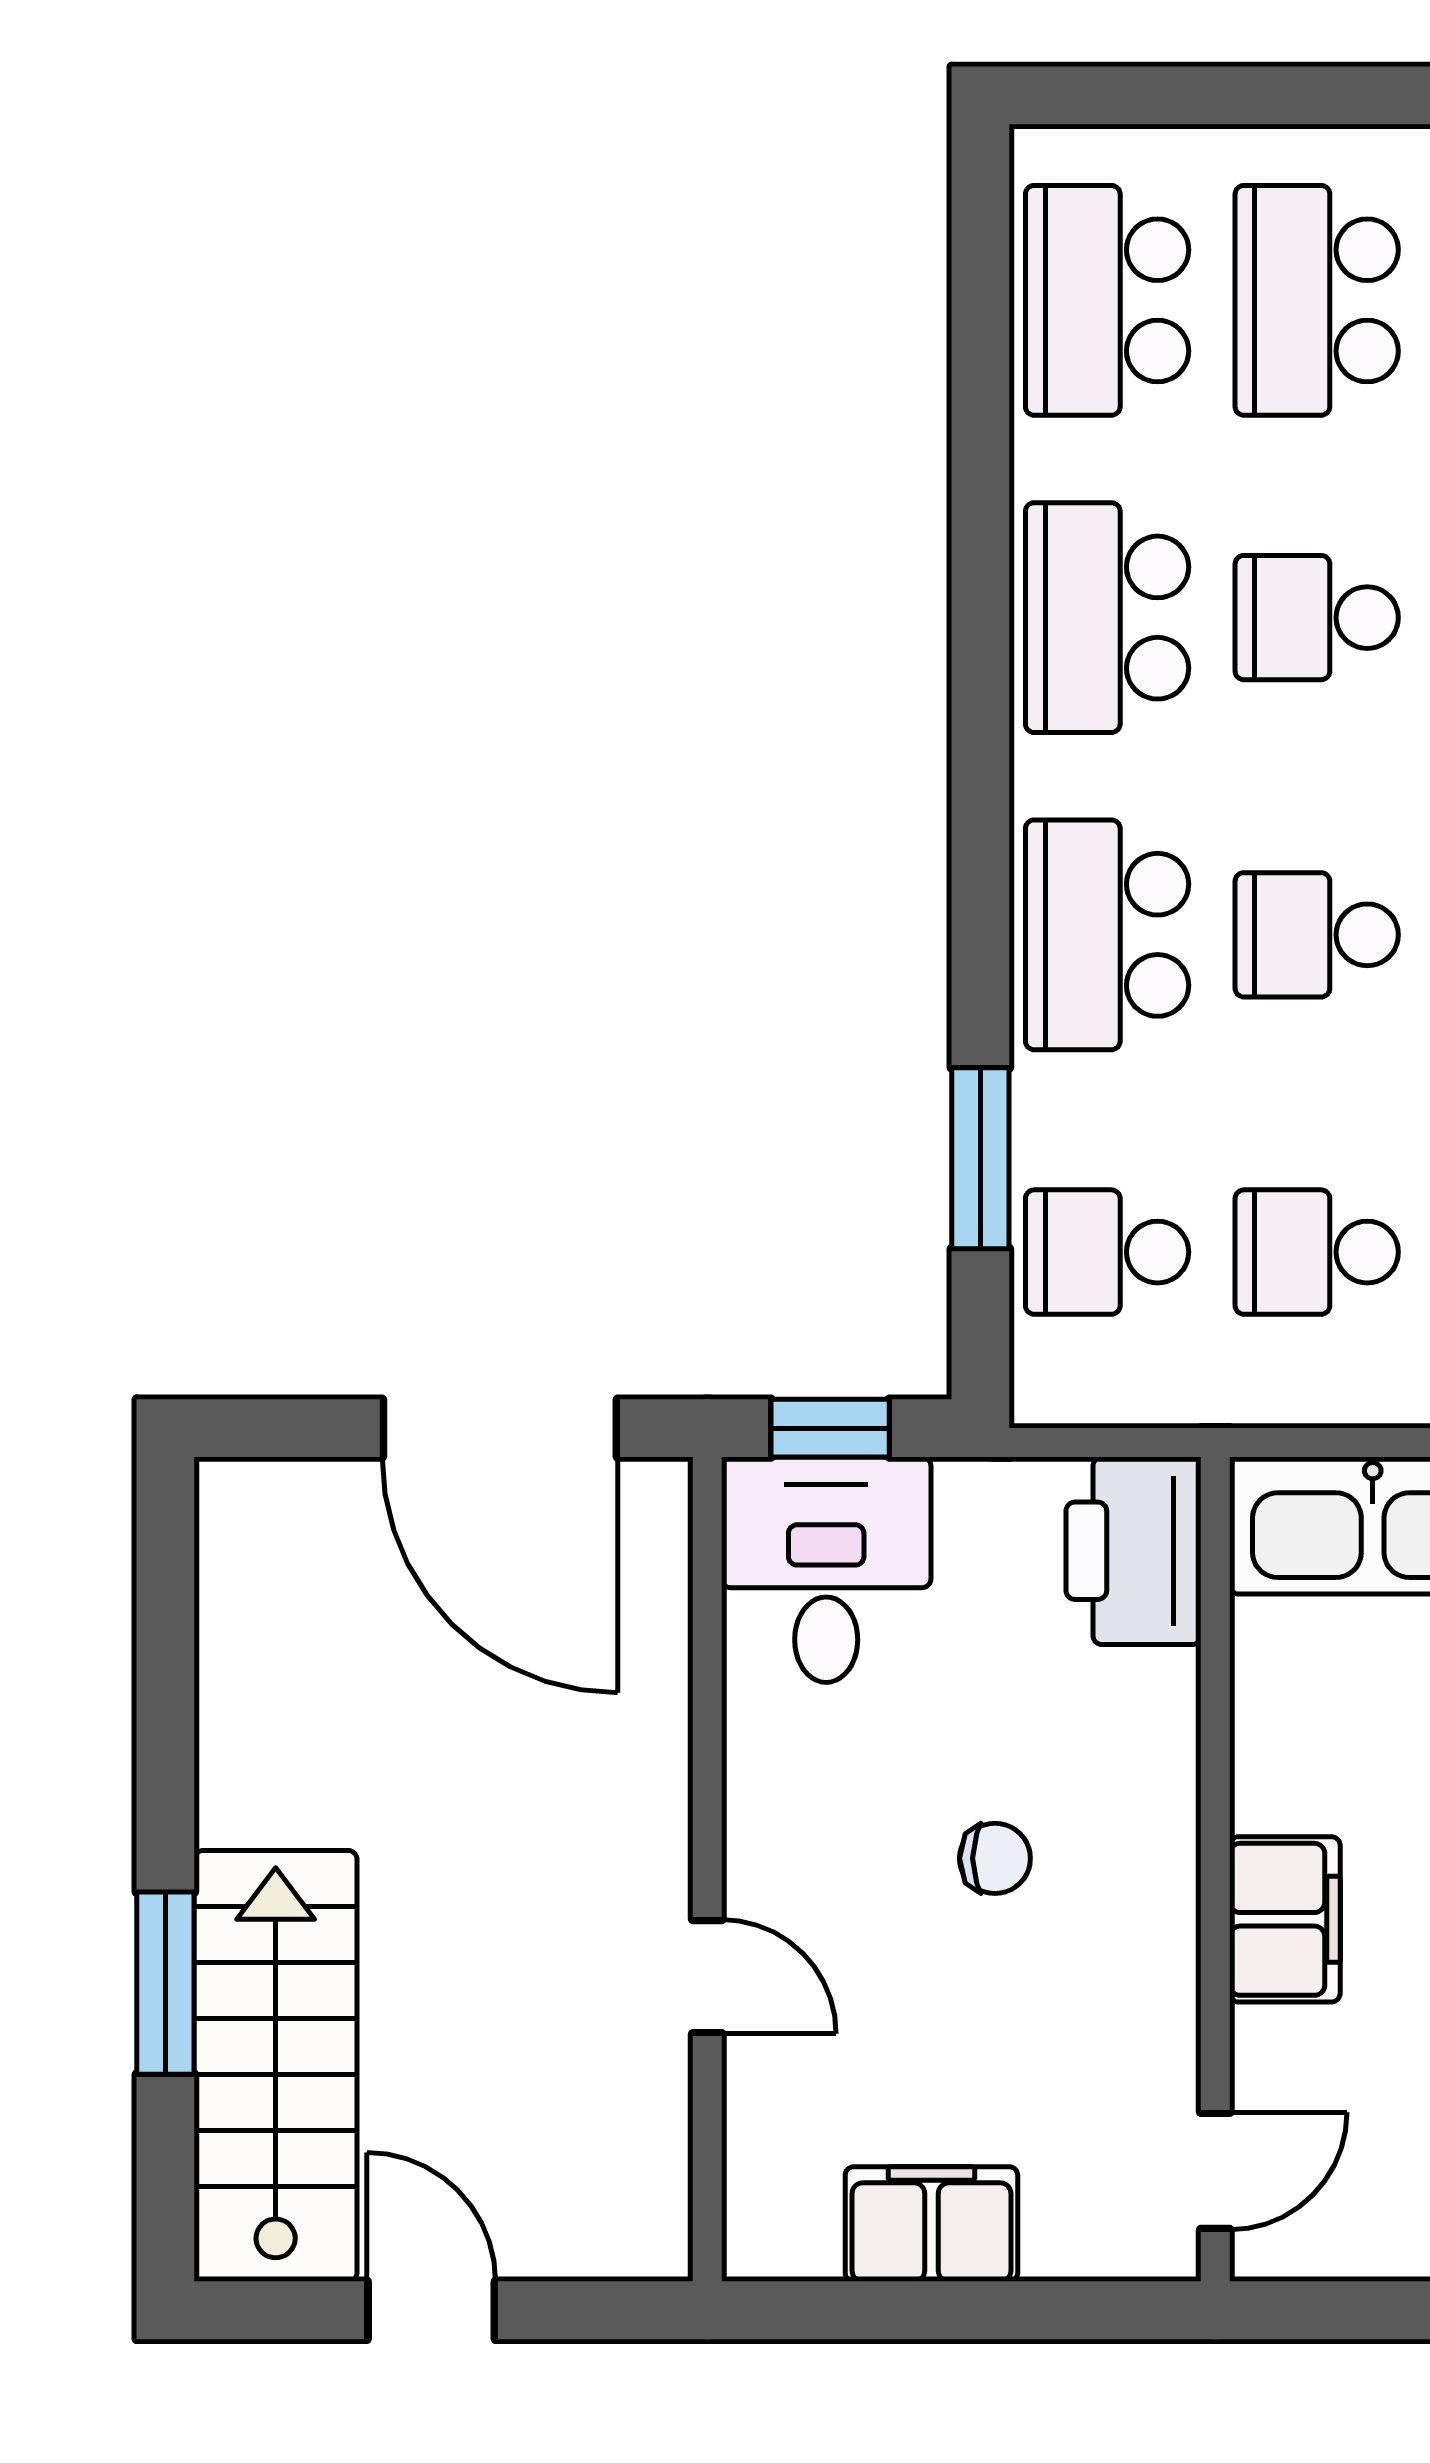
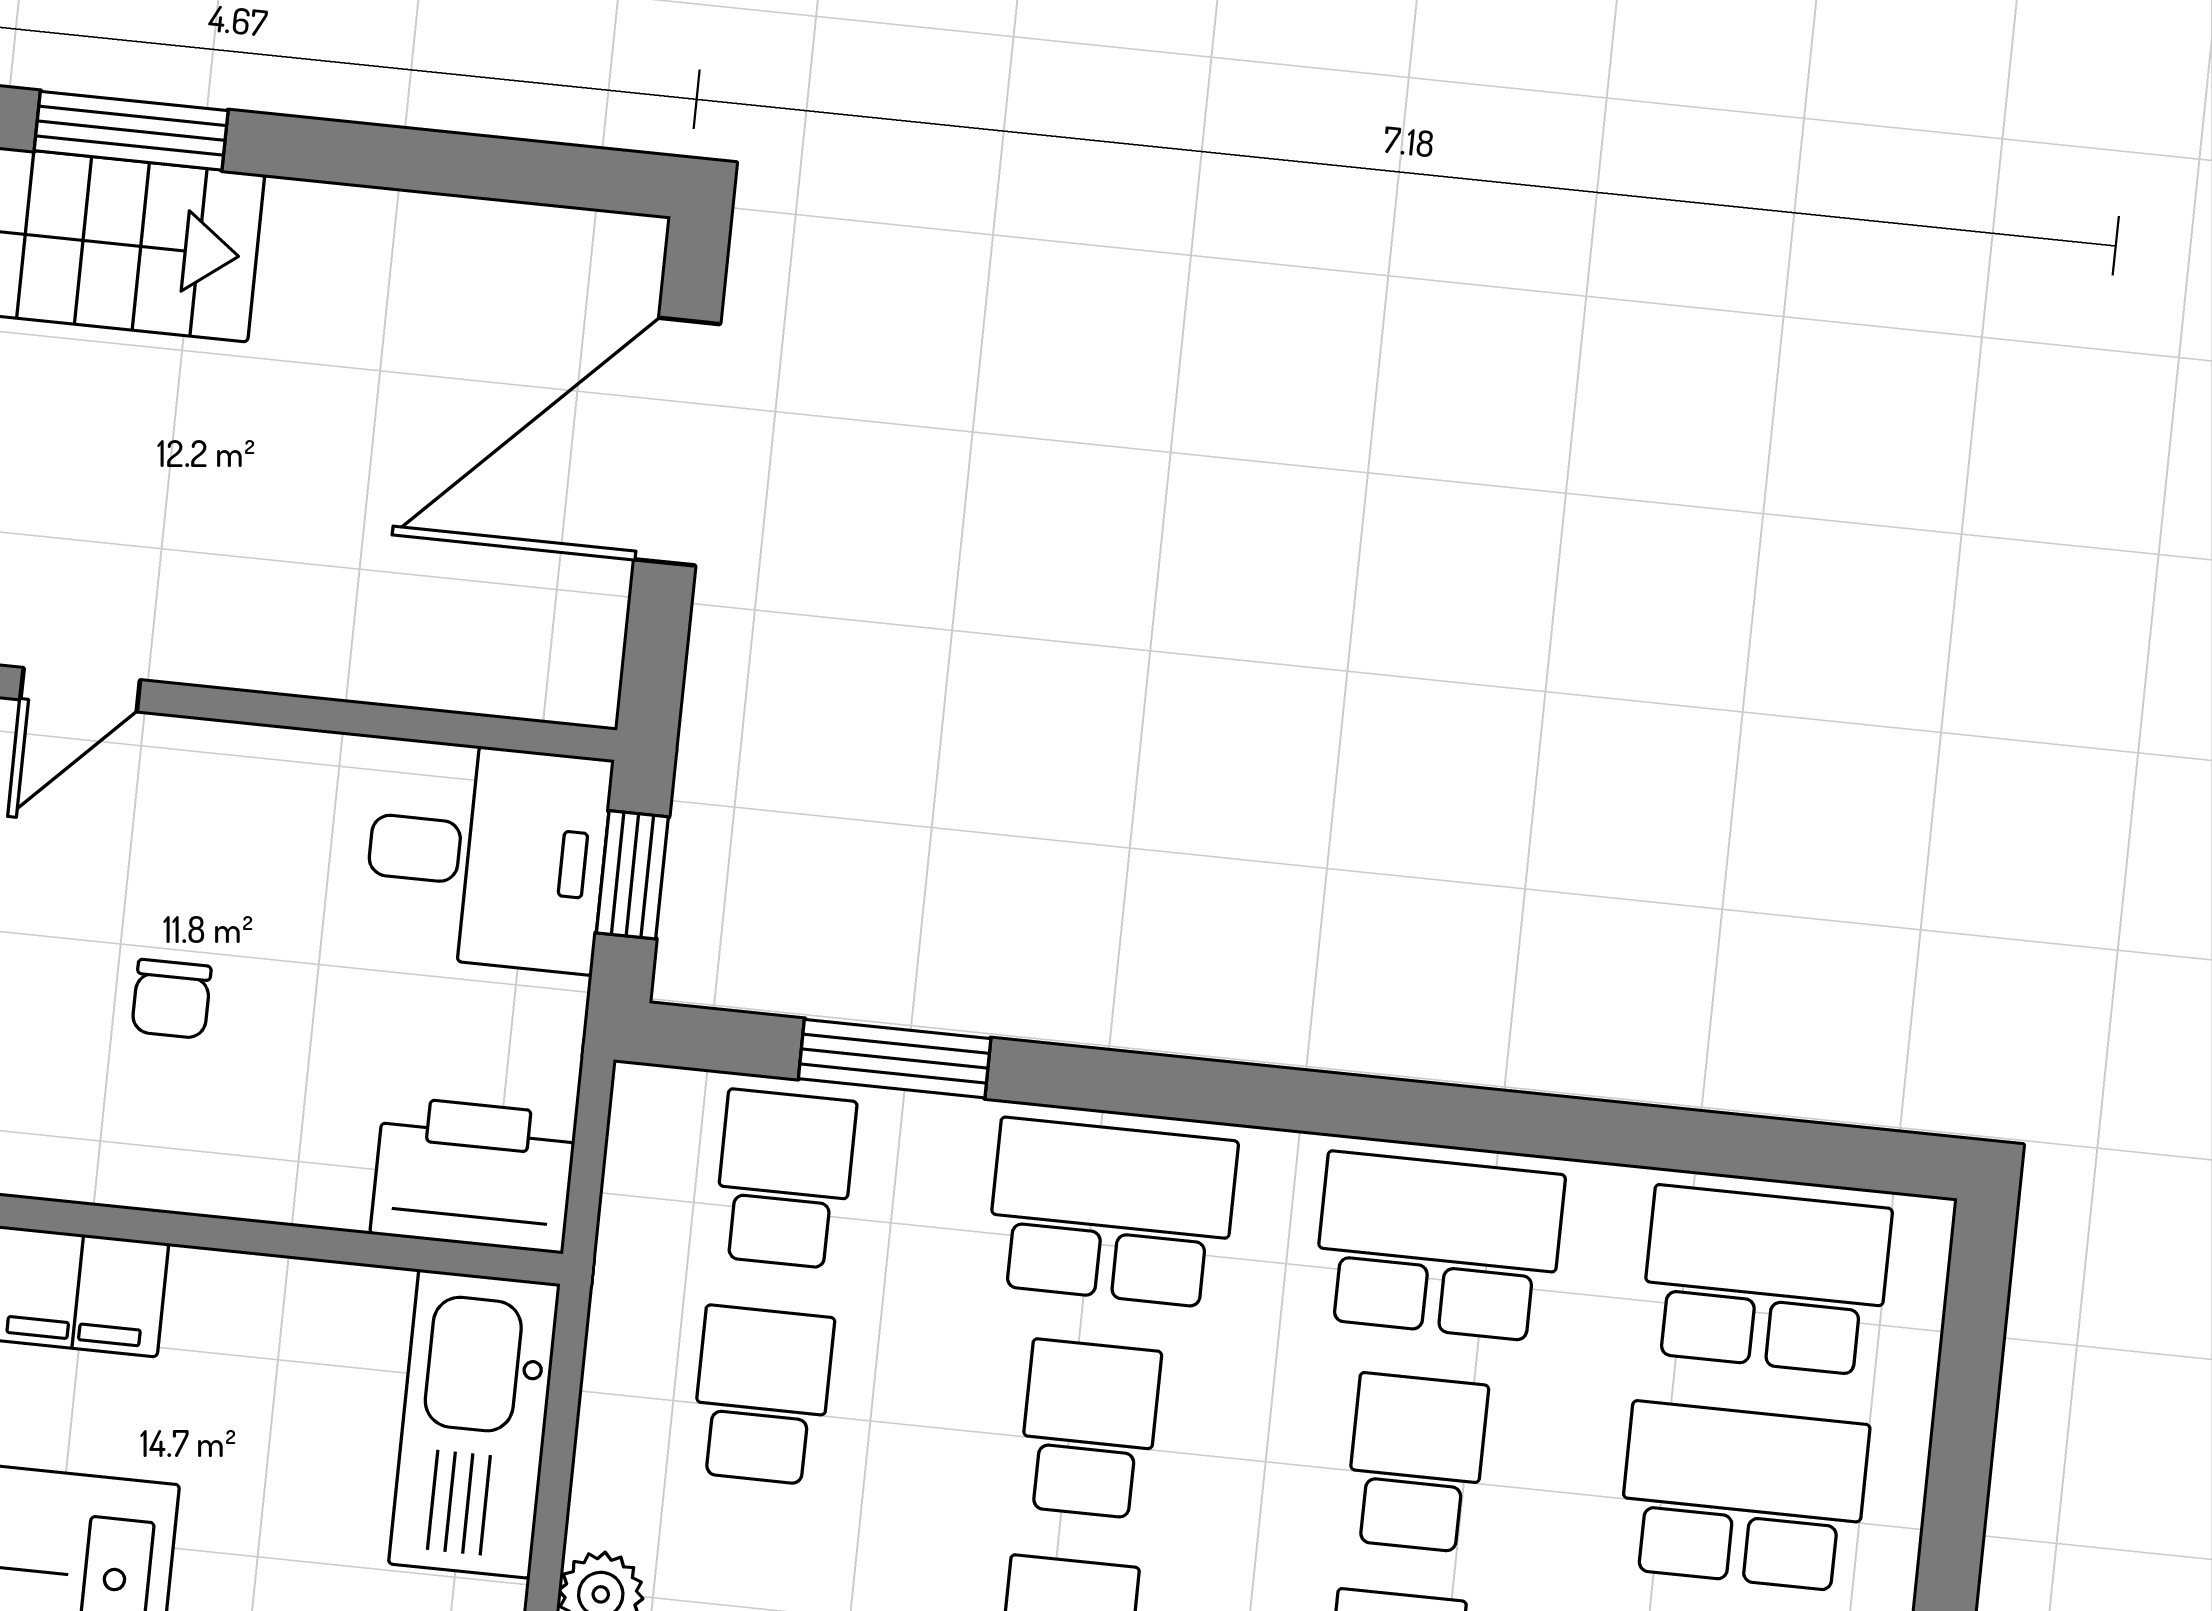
door: (500, 1428) -> (677, 442), moved

